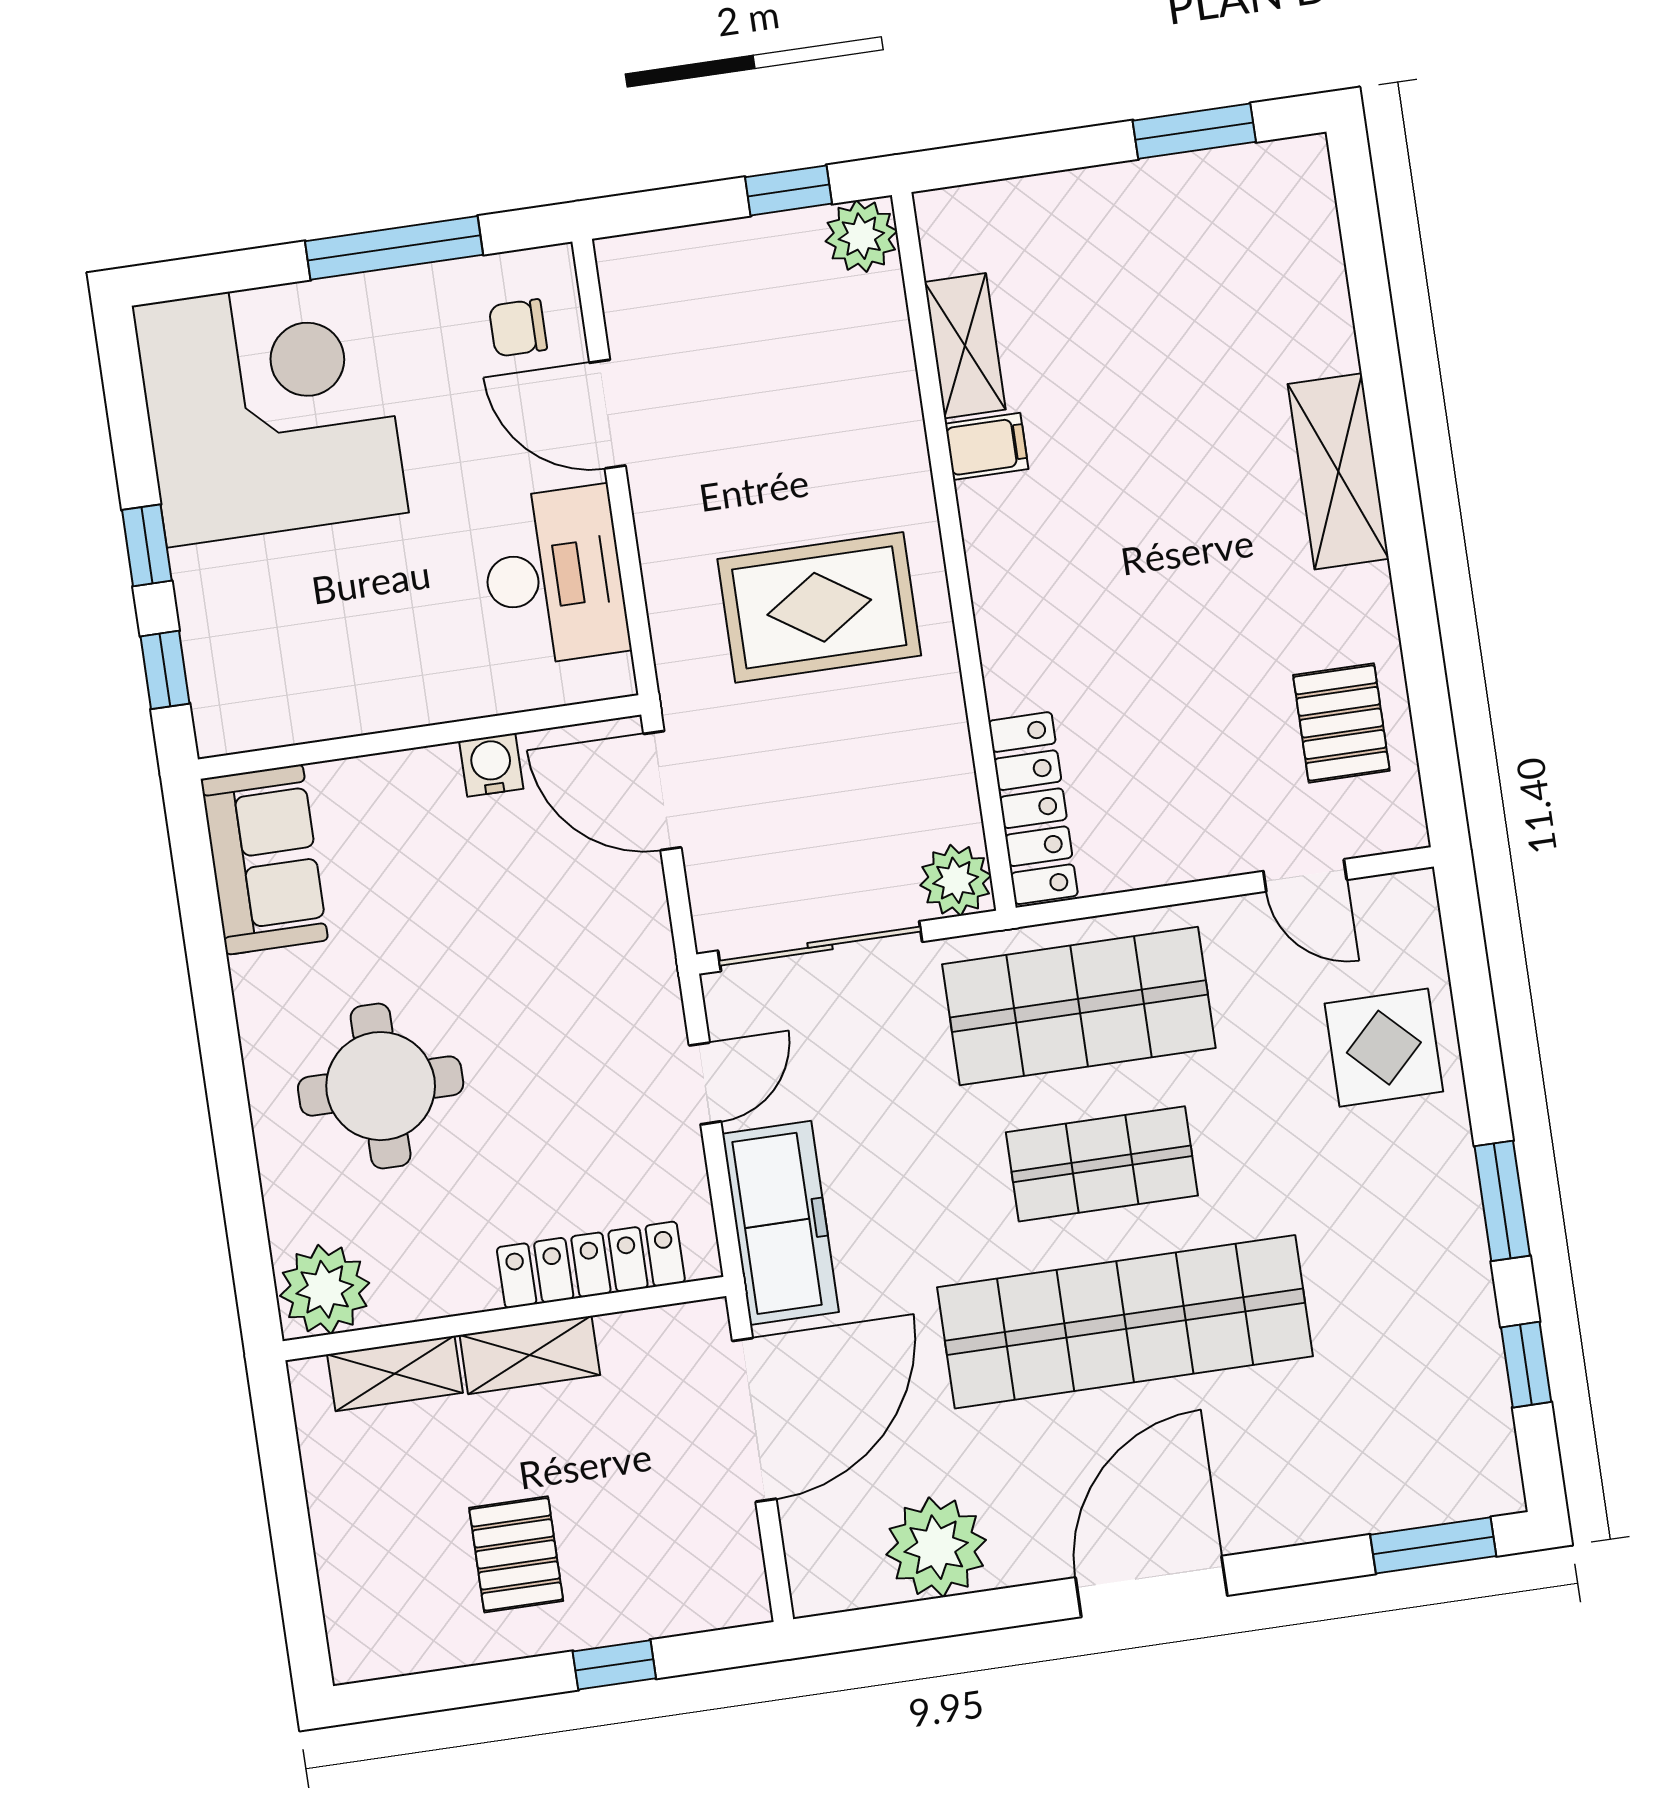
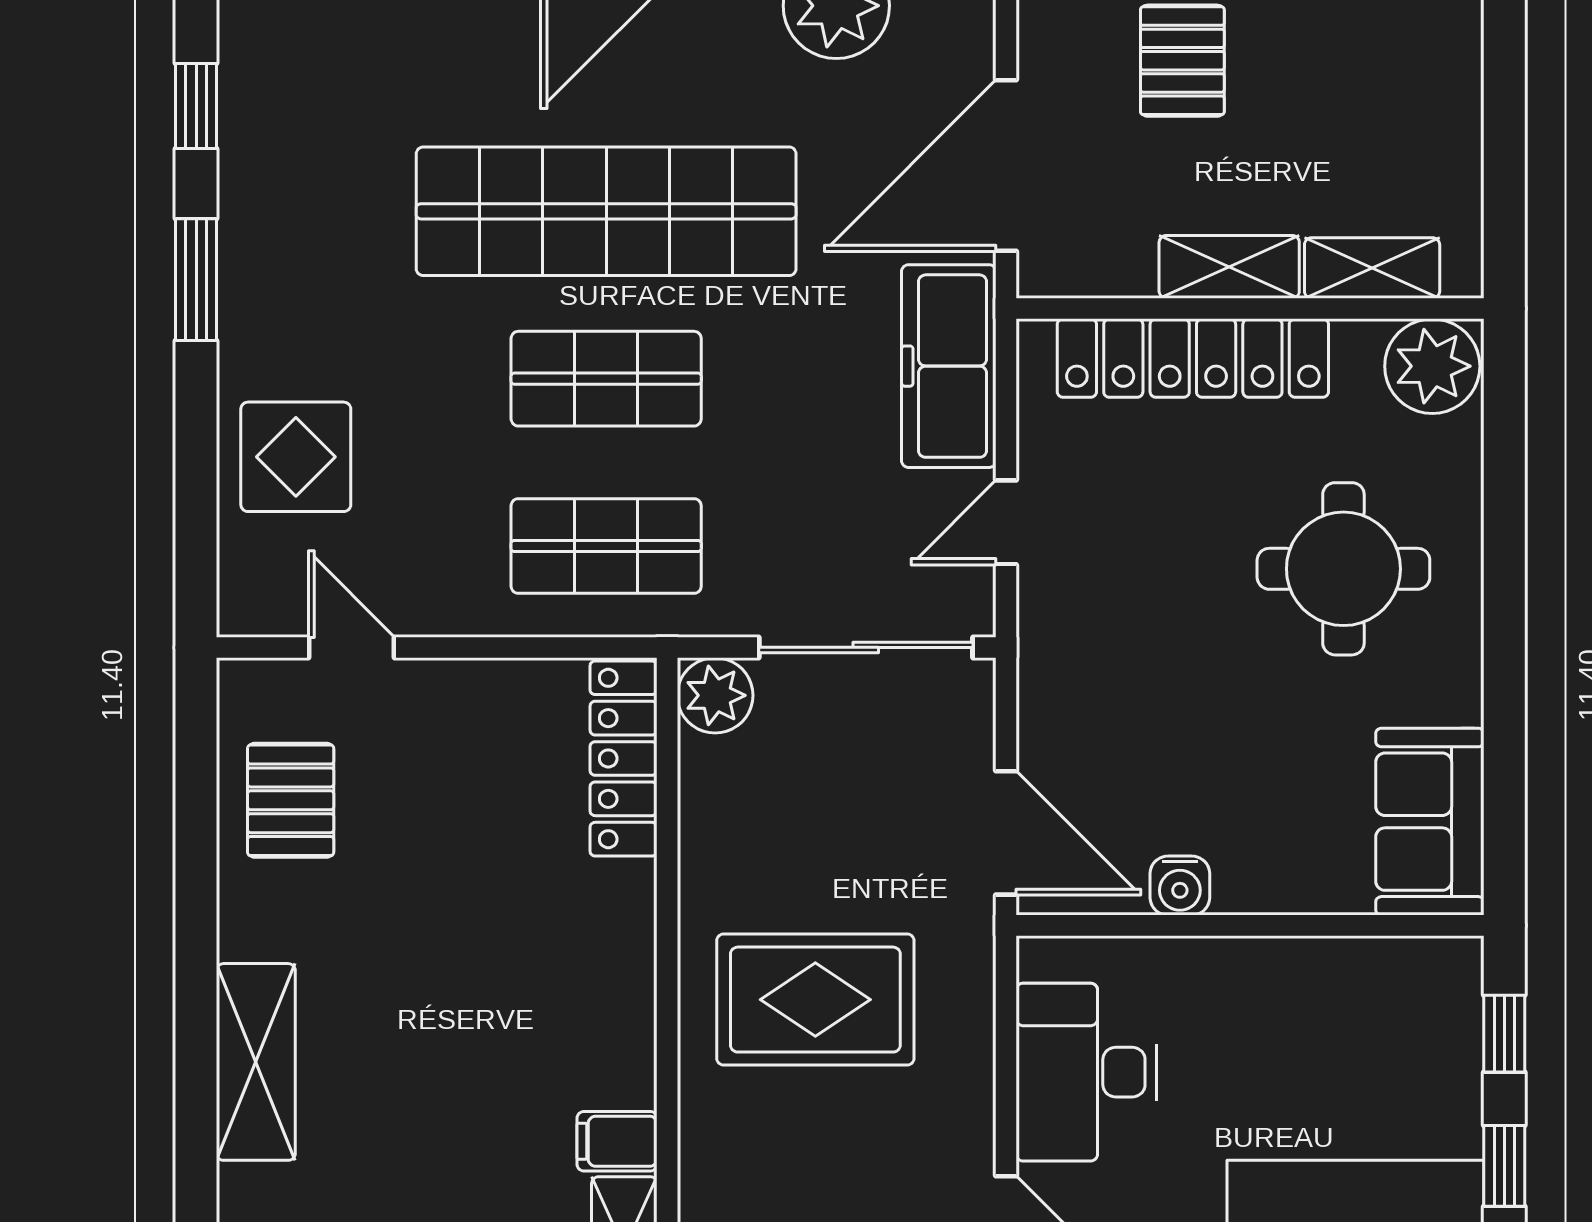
shop shelf: (1079, 1006) -> (606, 546), width x0.70, depth x0.74
locker: (591, 1265) -> (1193, 358), width x1.41, depth x1.21
pallet: (516, 1554) -> (1182, 61), moved

